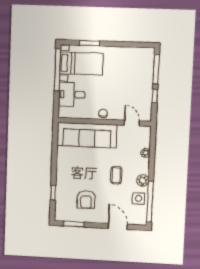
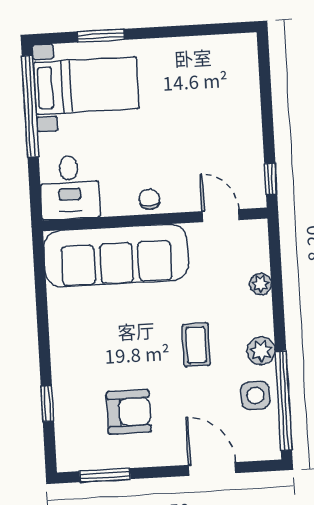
window: (156, 69) -> (265, 82), removed
desk: (72, 94) -> (69, 187), moved, turned -90
window: (155, 96) -> (271, 179), moved
armchair: (86, 200) -> (129, 412), turned -87

